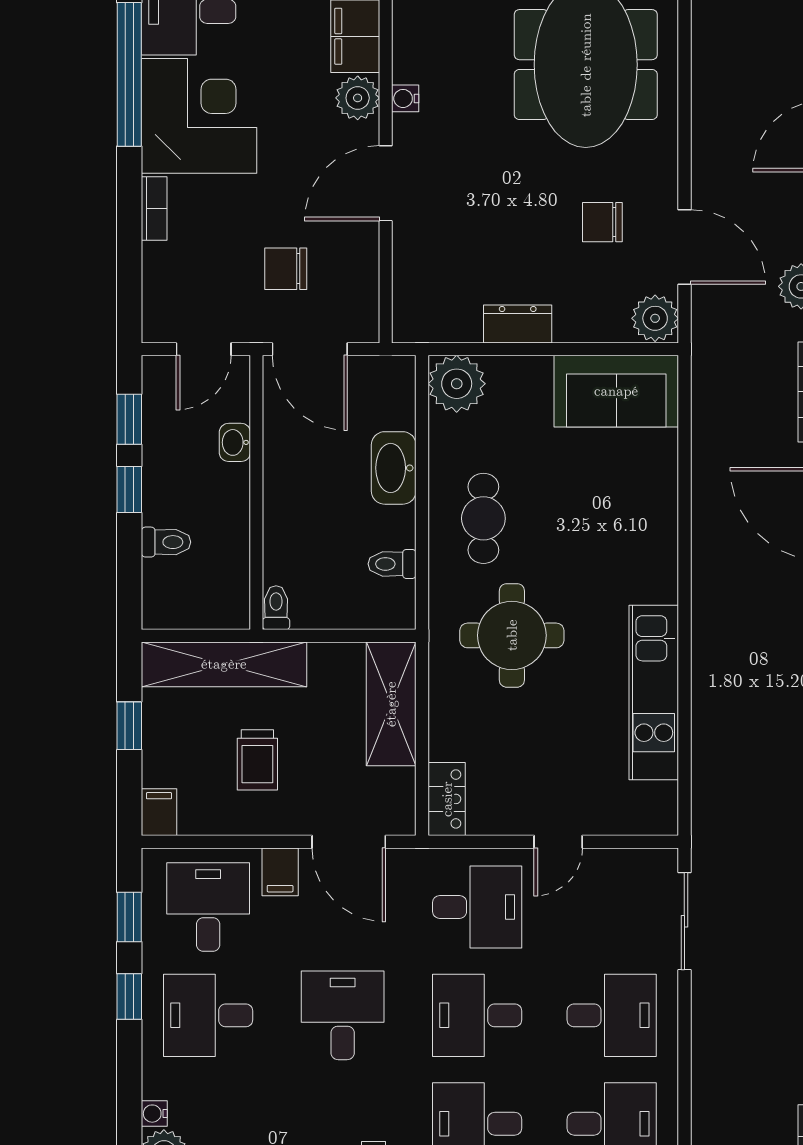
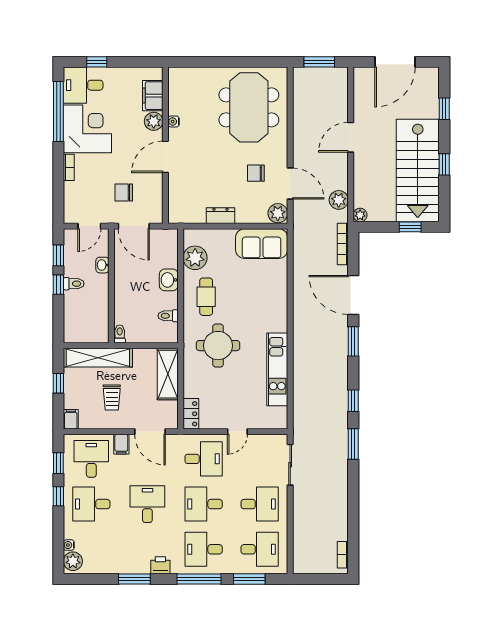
plant: (457, 384) -> (195, 258), moved
washbasin: (394, 468) -> (169, 280), width x0.72
toilet: (166, 542) -> (74, 284), moved

